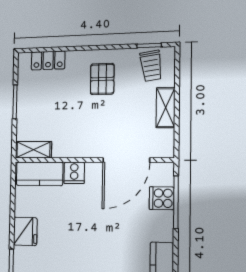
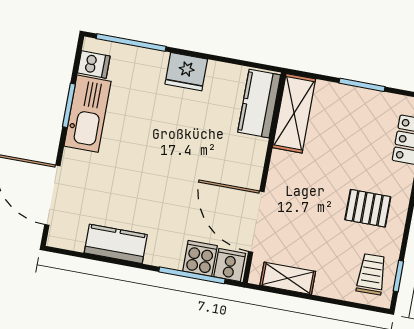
trolley: (151, 66) -> (371, 274), turned 97
shelving: (166, 108) -> (288, 278), moved
shelving: (33, 150) -> (294, 113), width x1.50, depth x1.33
cooker: (74, 173) -> (230, 265), moved, turned 90

